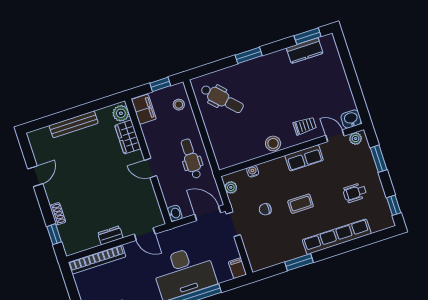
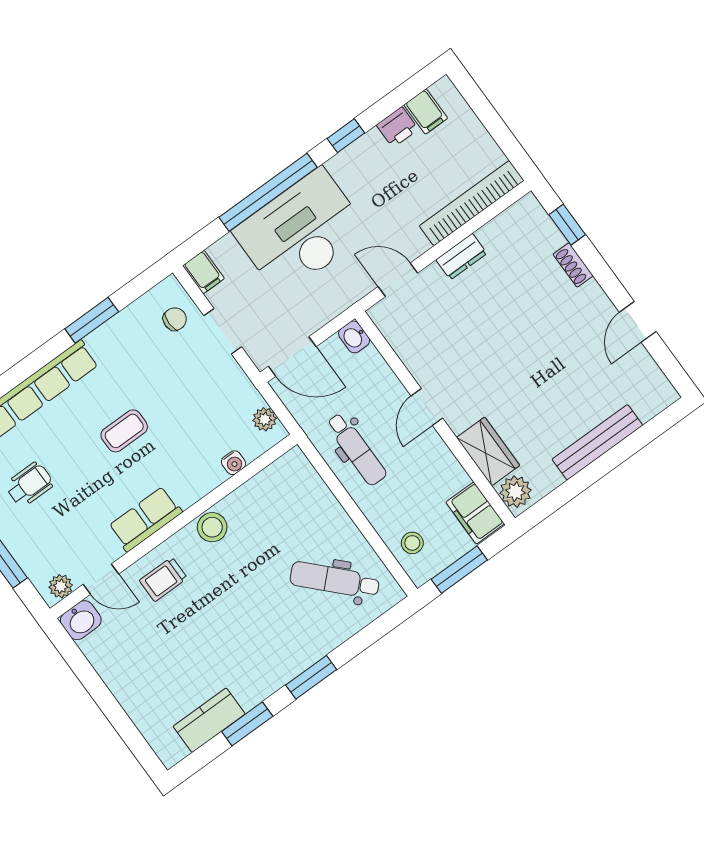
window: (308, 36) -> (247, 724), moved
window: (160, 84) -> (459, 570), width x1.50
door: (150, 168) -> (427, 407), swing flipped
chair: (265, 209) -> (175, 319), moved
doorway: (233, 224) -> (223, 331), moved

